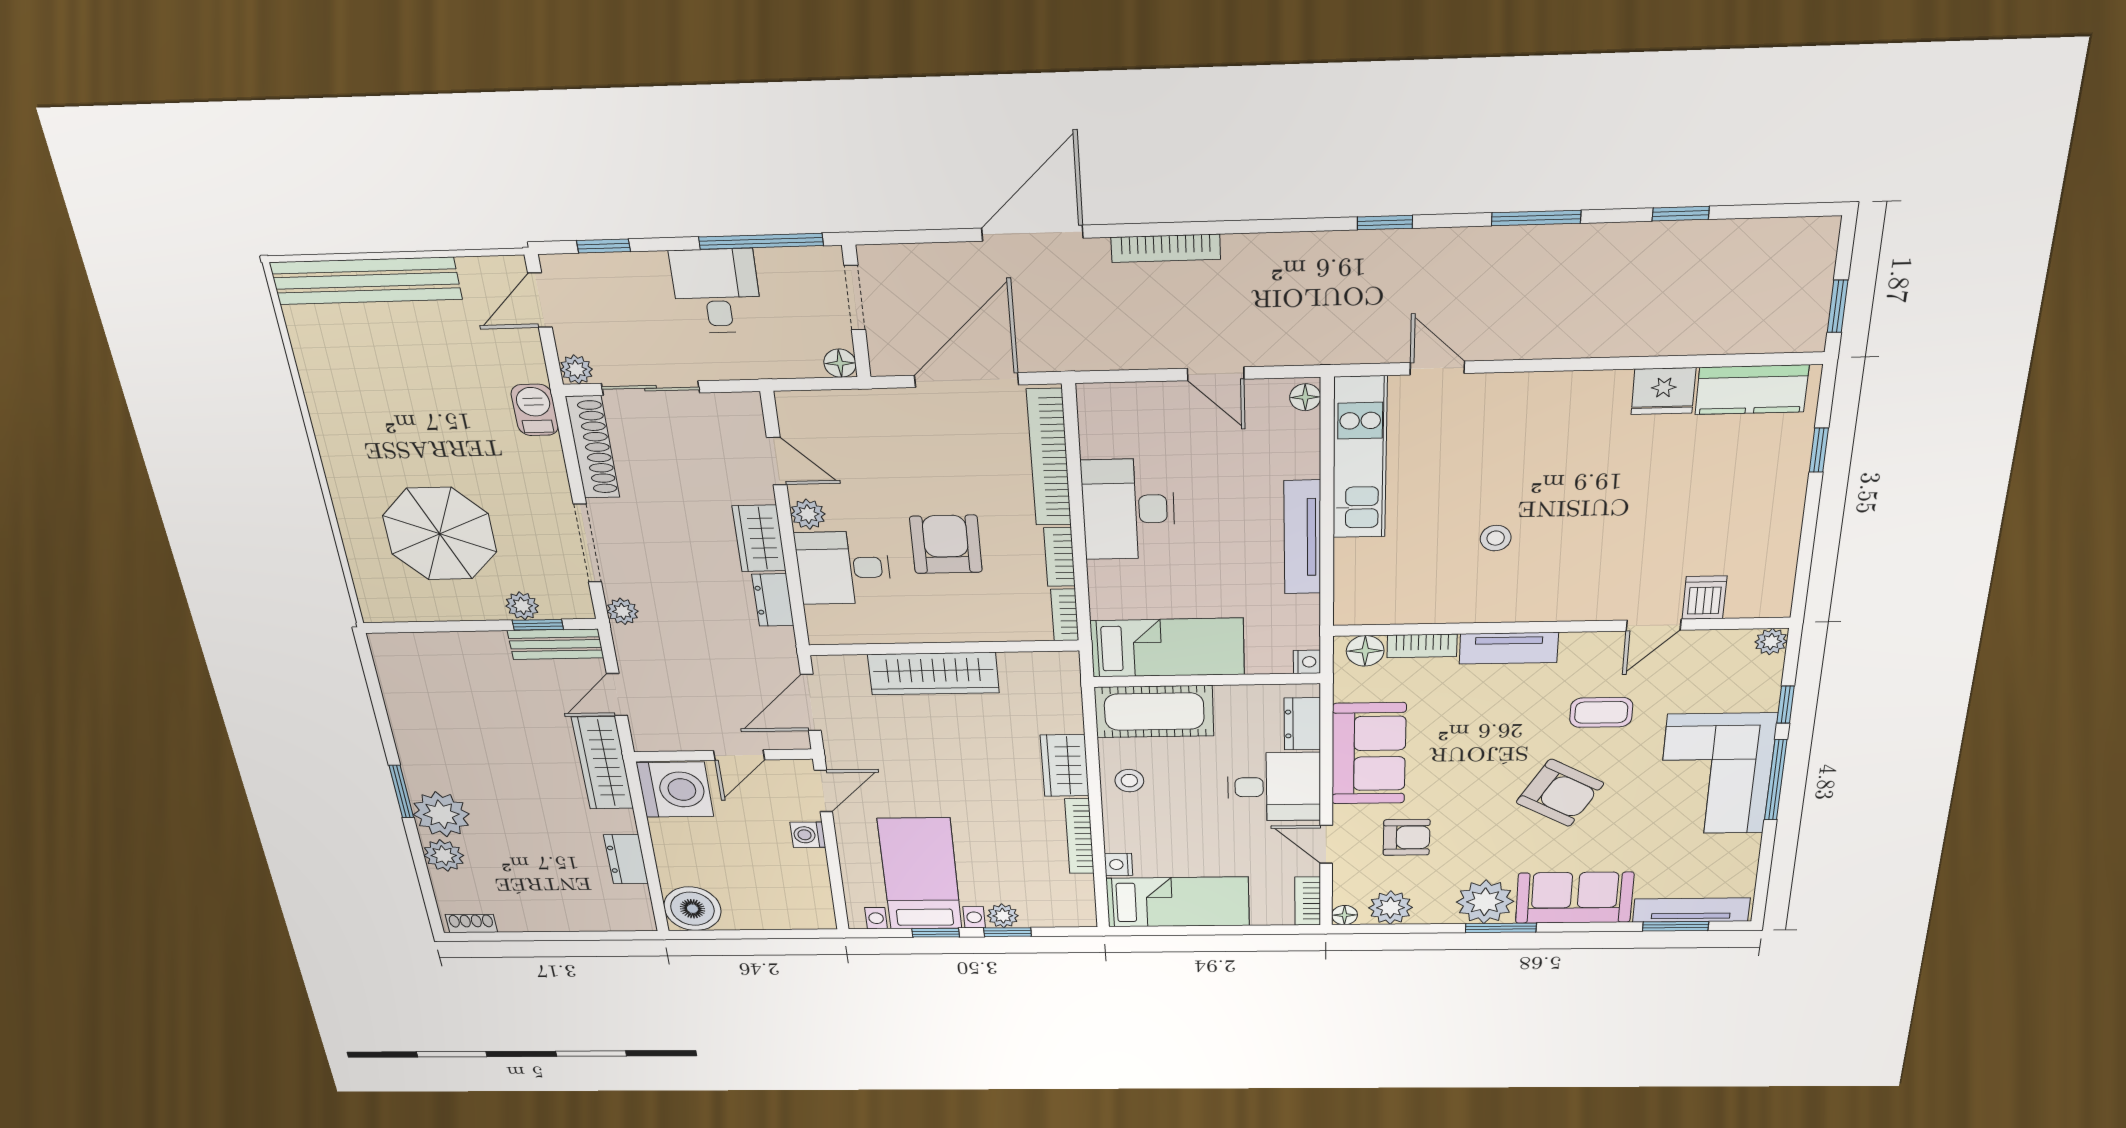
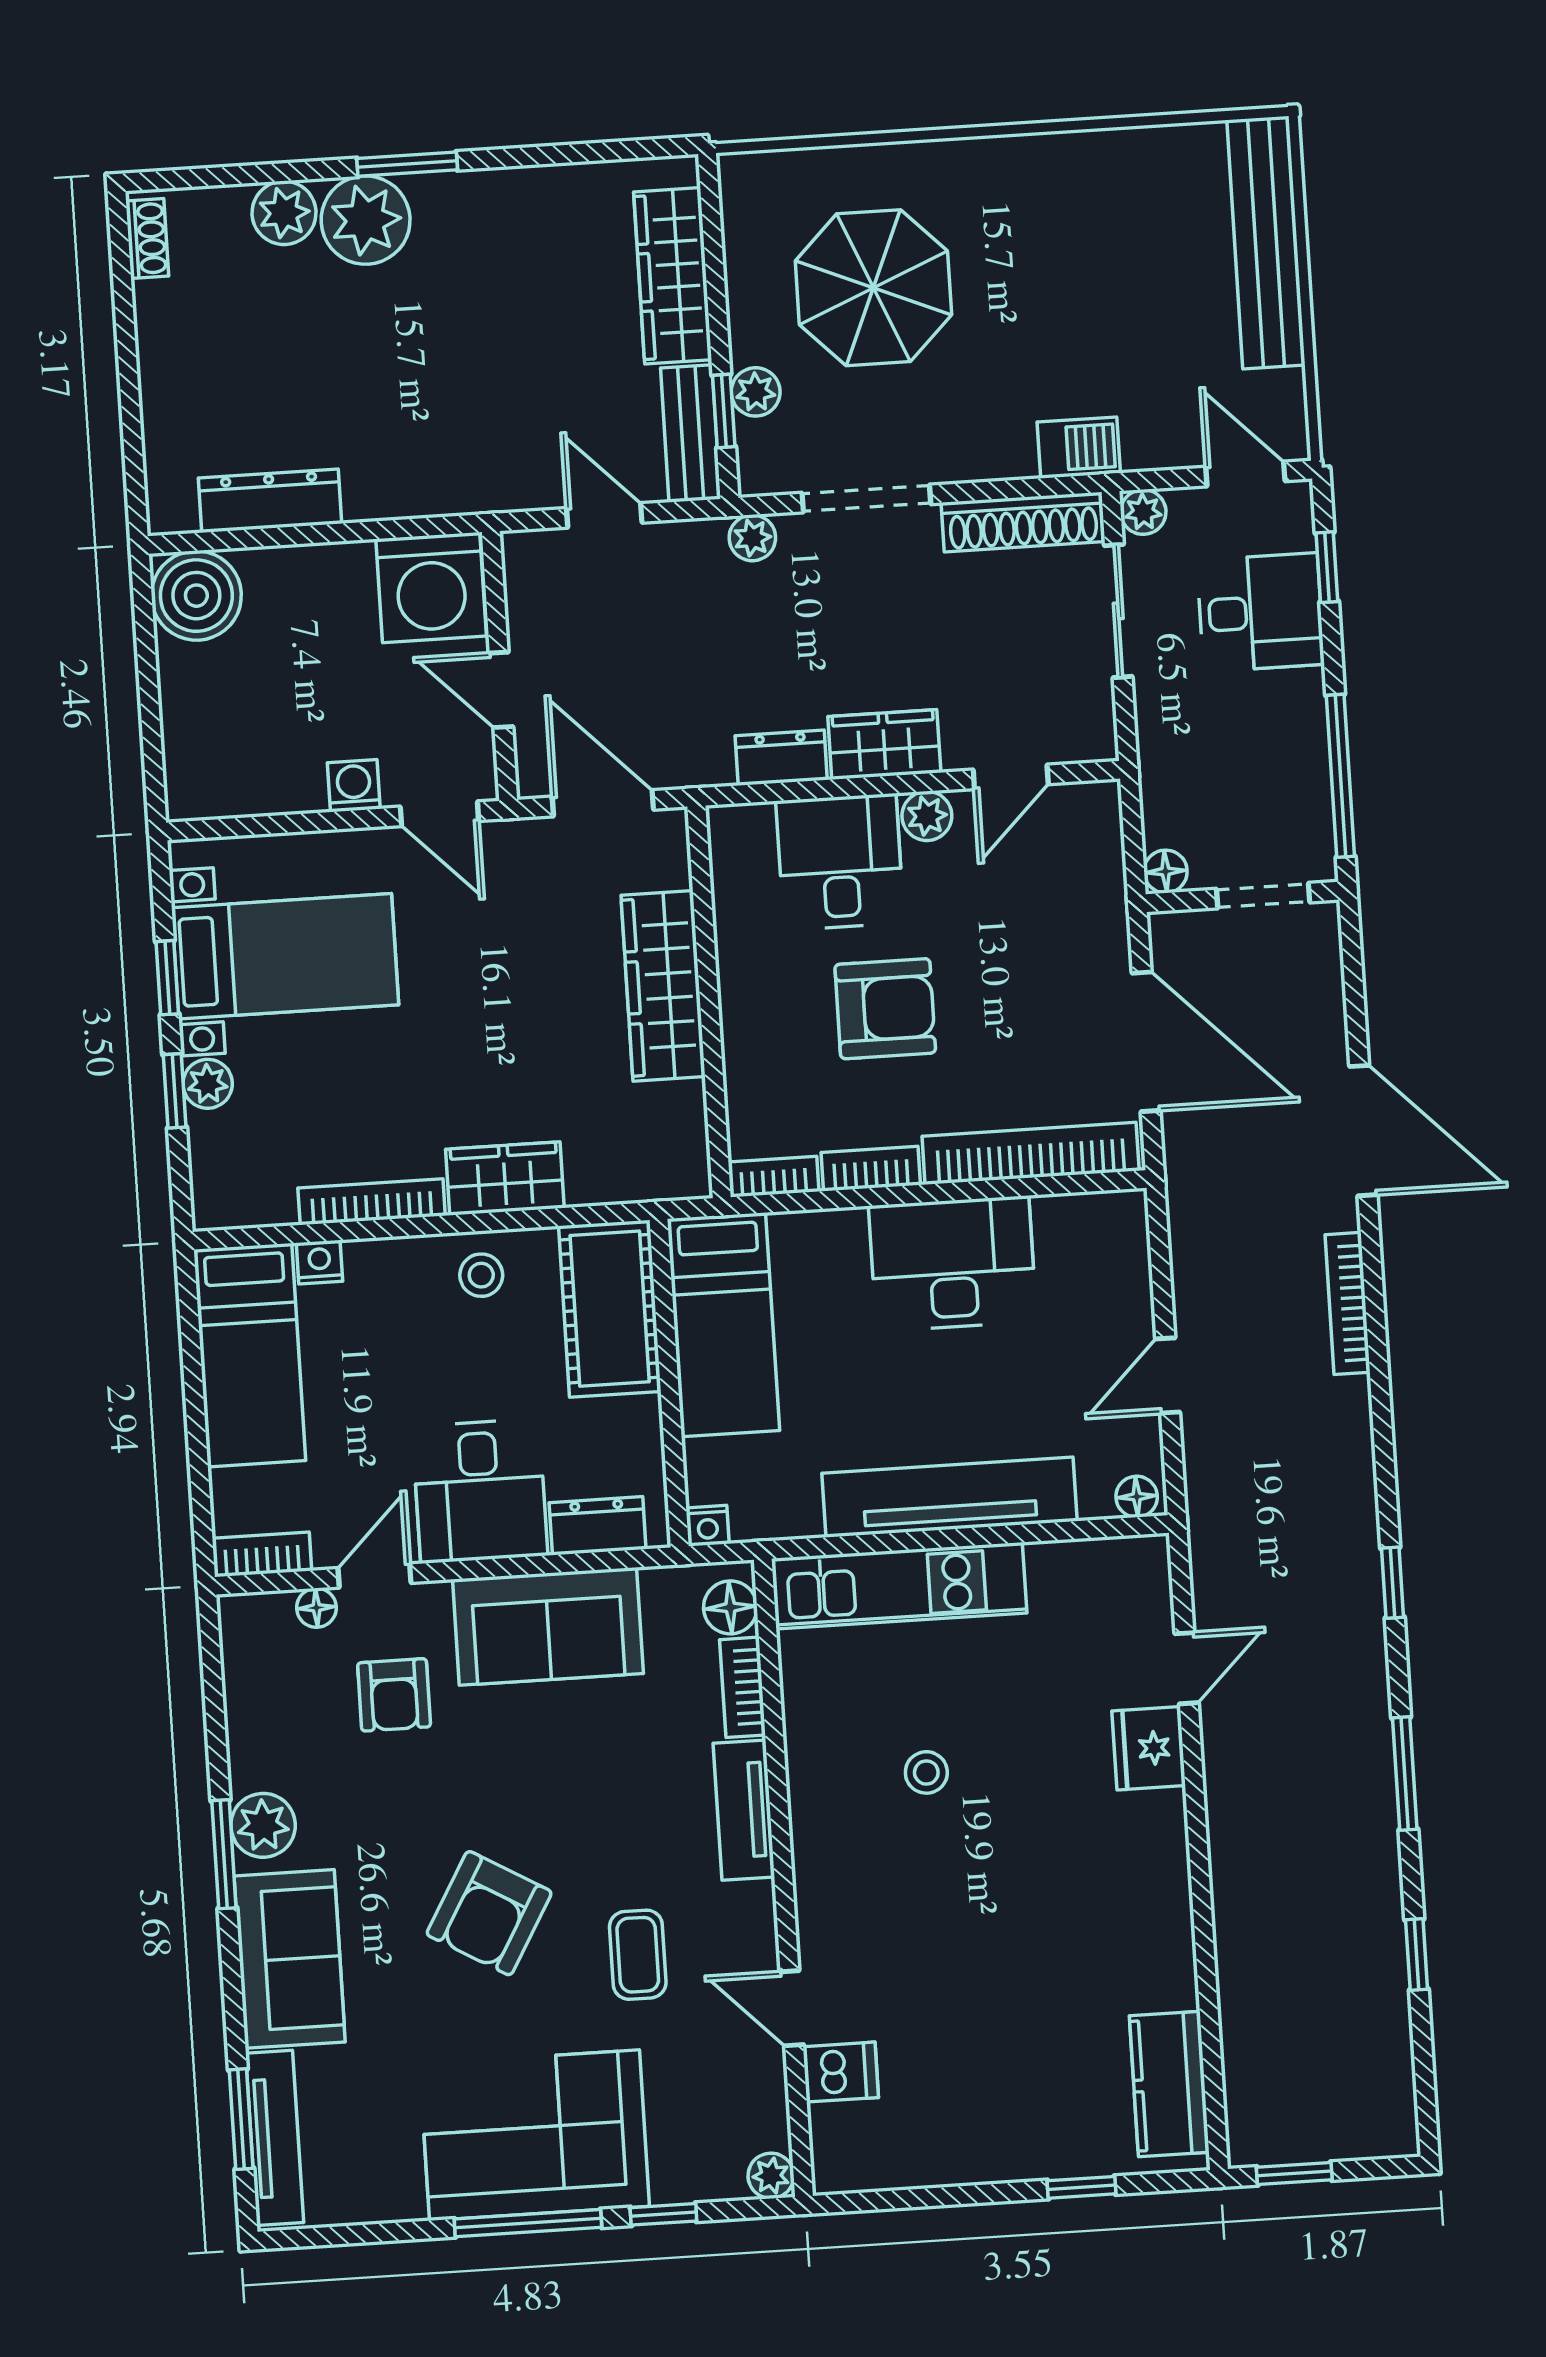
desk: (716, 291) -> (1260, 612), moved
fridge: (1663, 391) -> (1149, 1748), moved
kitchen unit: (1360, 458) -> (899, 1586), moved
tv unit: (1302, 537) -> (949, 1497), width x1.36, depth x1.29
wardrobe: (603, 763) -> (673, 276), moved, turned -90
dresser: (626, 859) -> (270, 501), width x1.44
plant: (1485, 902) -> (263, 1825), width x0.73, depth x0.73
plant: (1390, 908) -> (255, 1682), removed
floor lamp: (1345, 915) -> (316, 1608), moved

